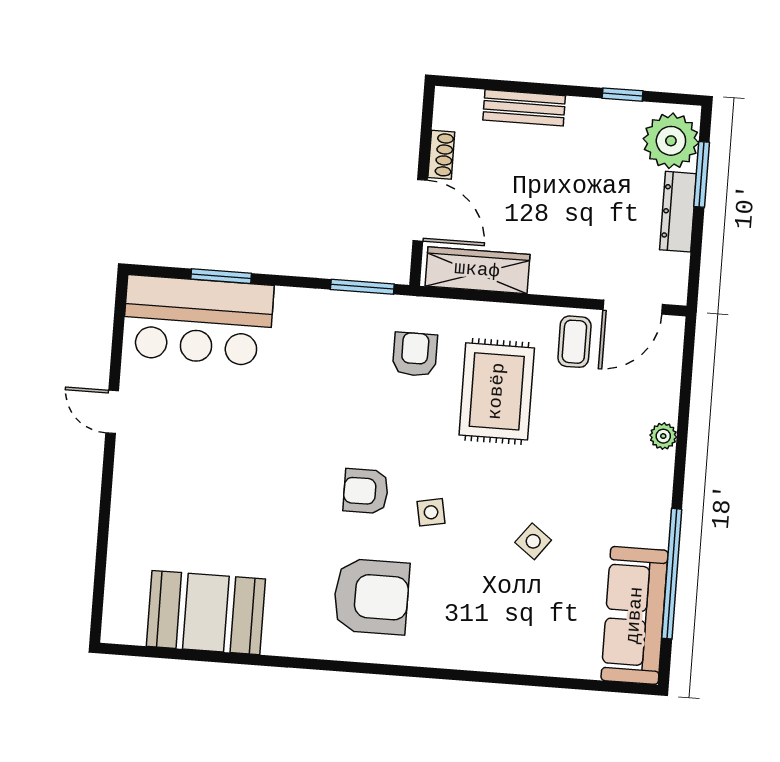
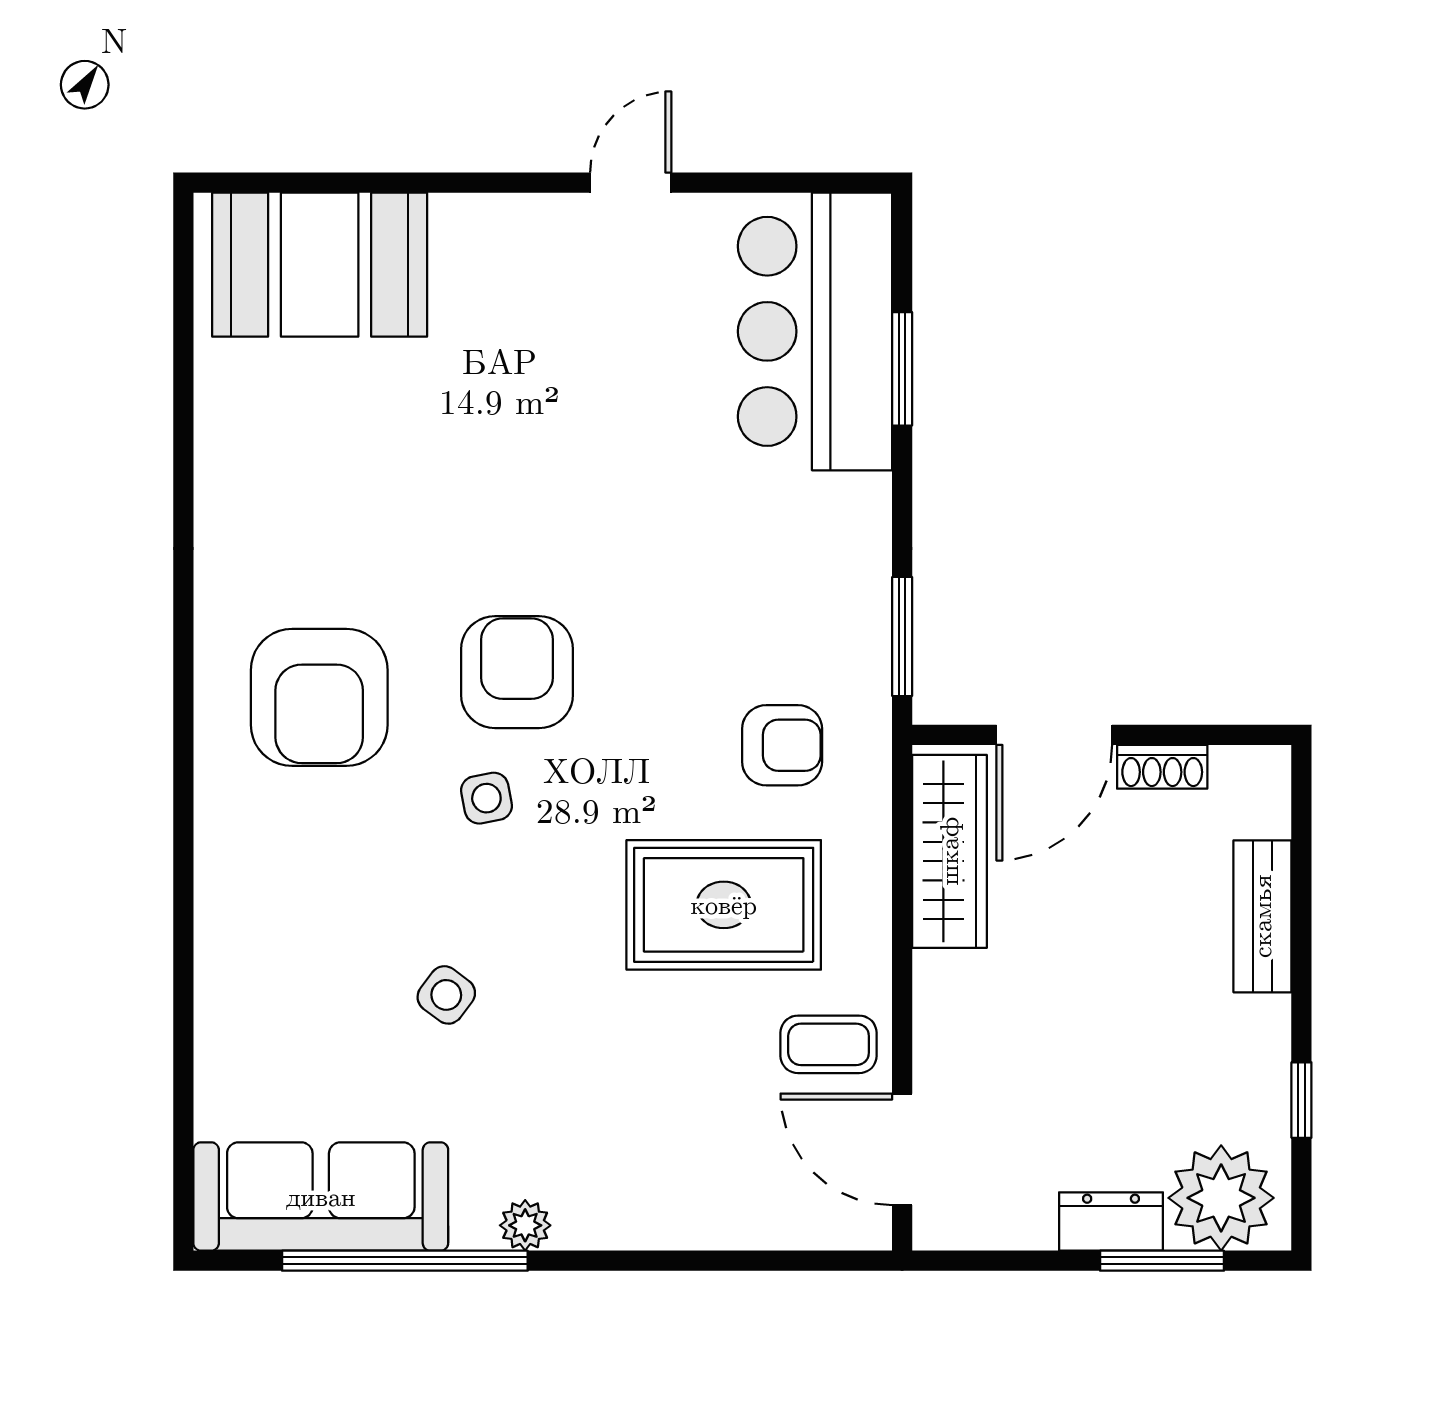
dresser: (678, 212) -> (1111, 1221), width x0.70
plant: (663, 436) -> (525, 1225), moved
armchair: (366, 491) -> (517, 672), width x1.38, depth x1.38
booth: (206, 613) -> (320, 265), moved, turned 90

